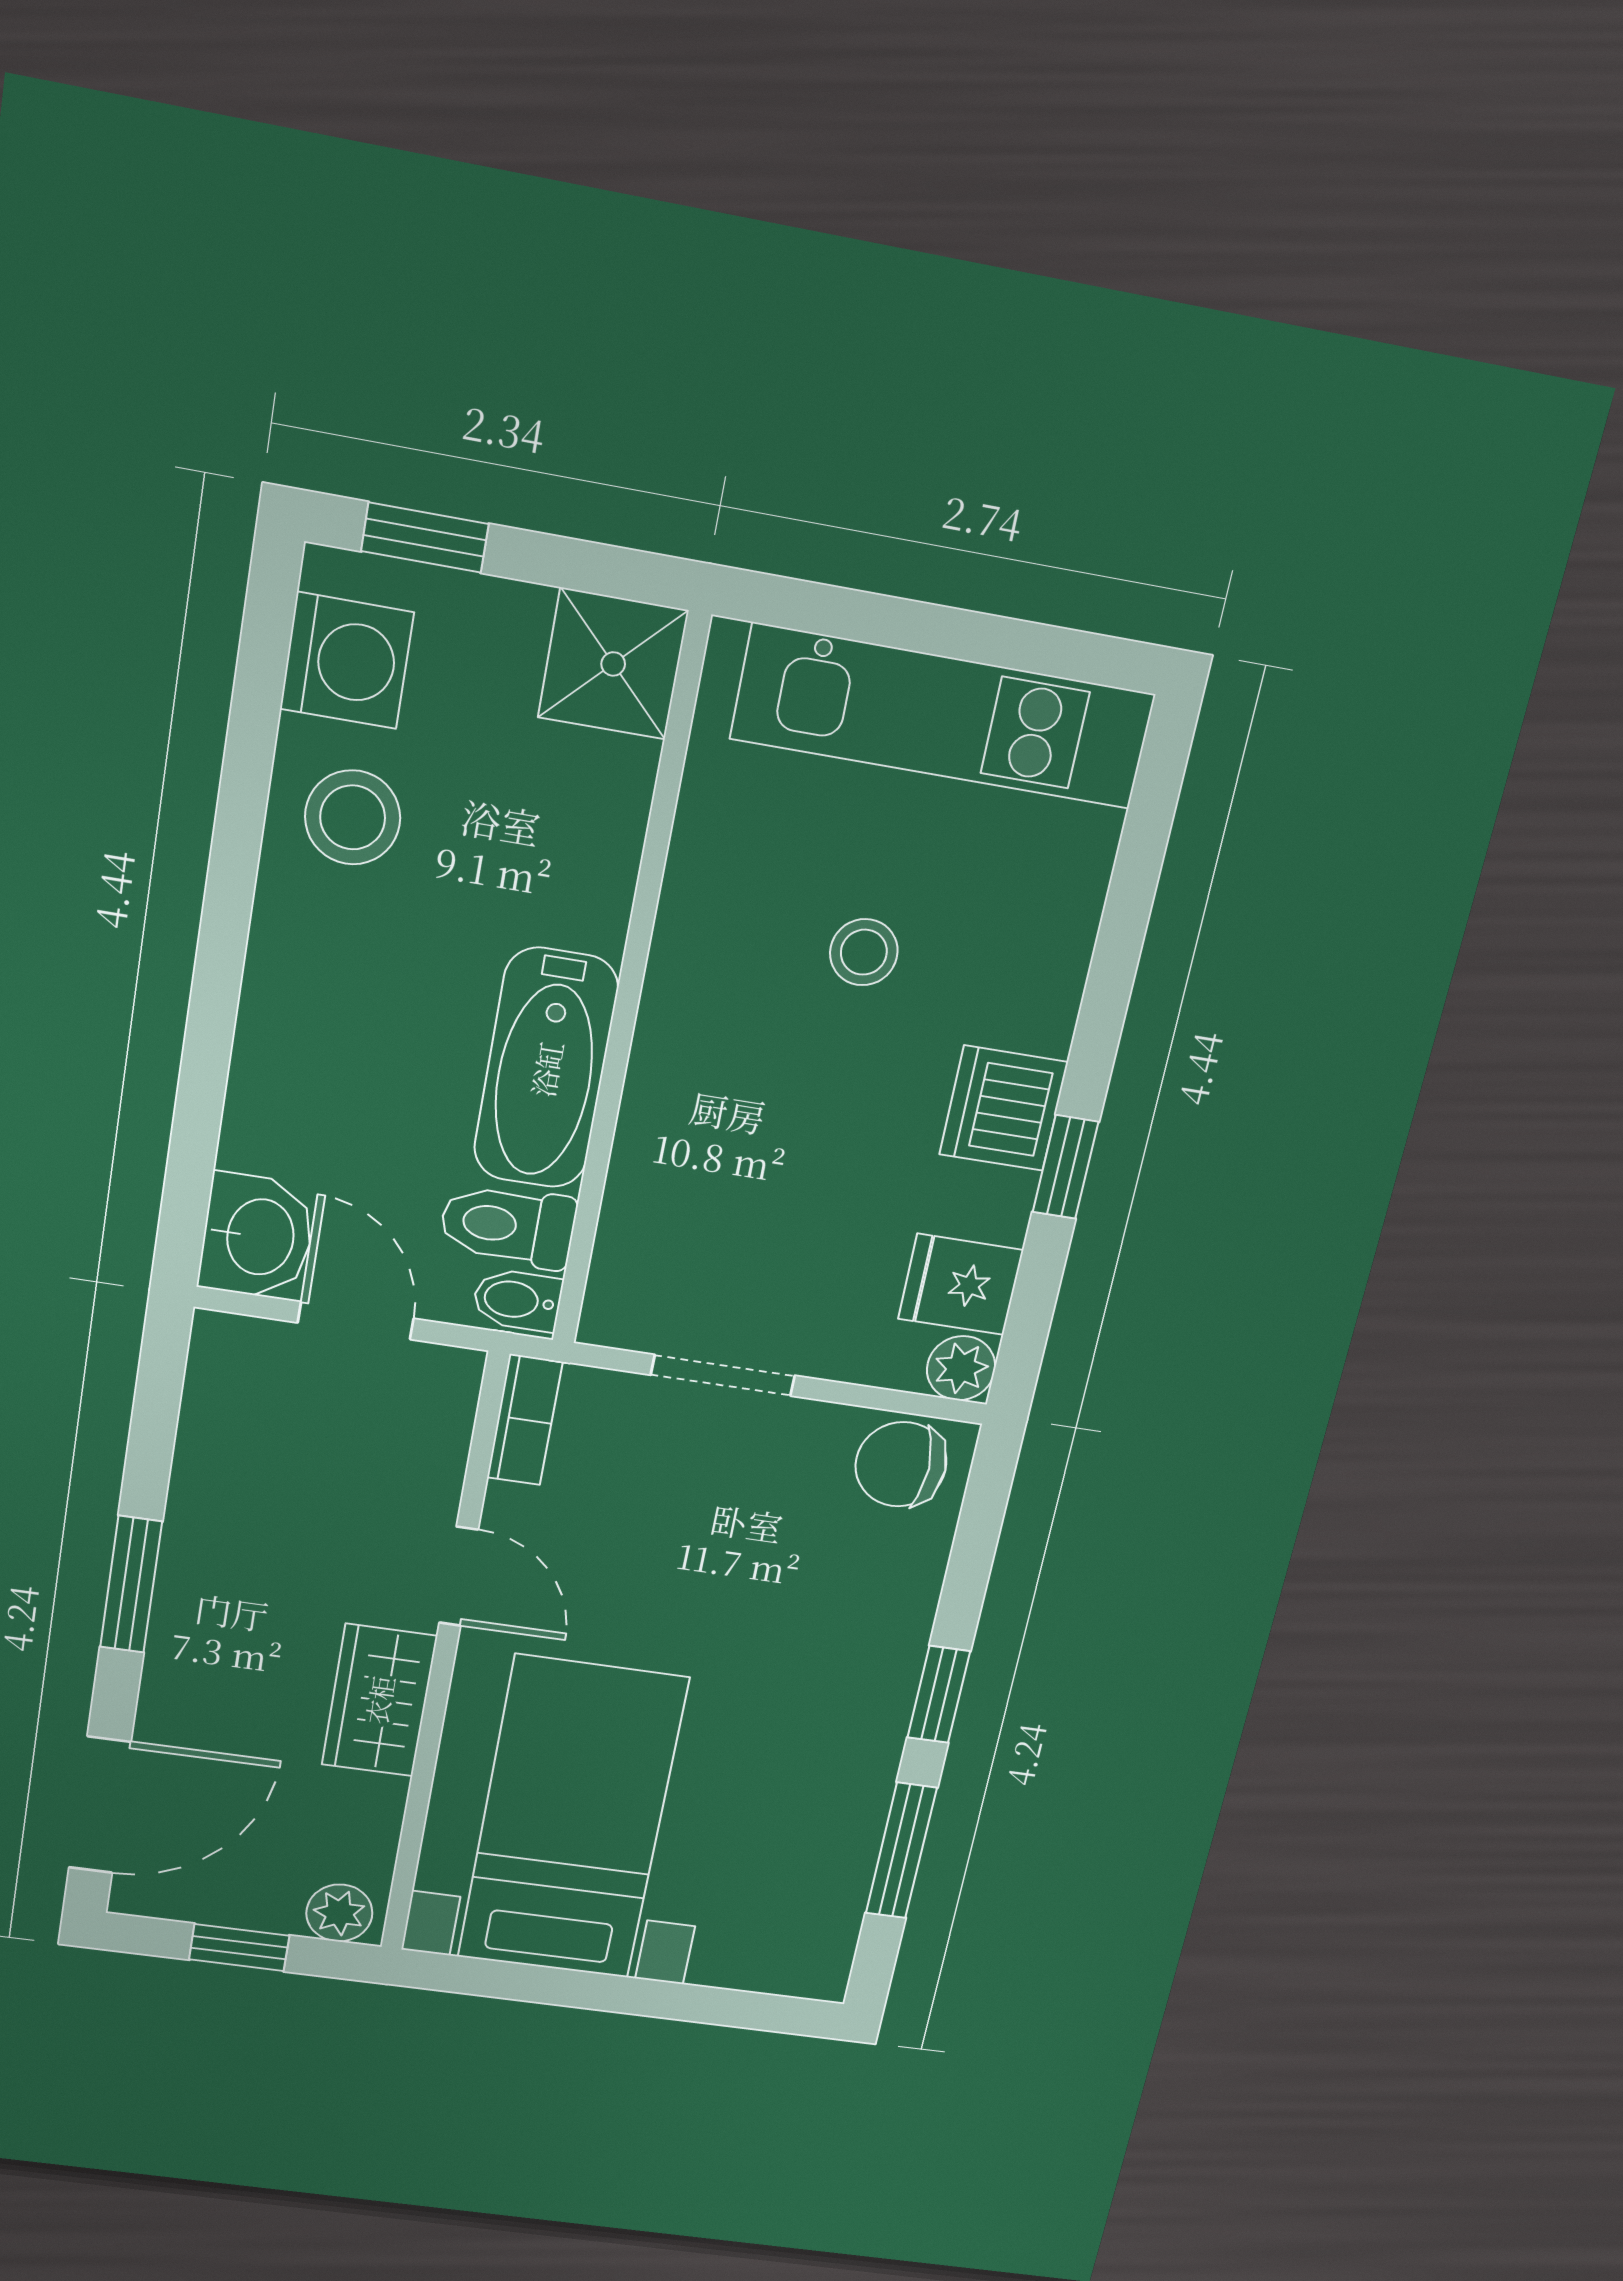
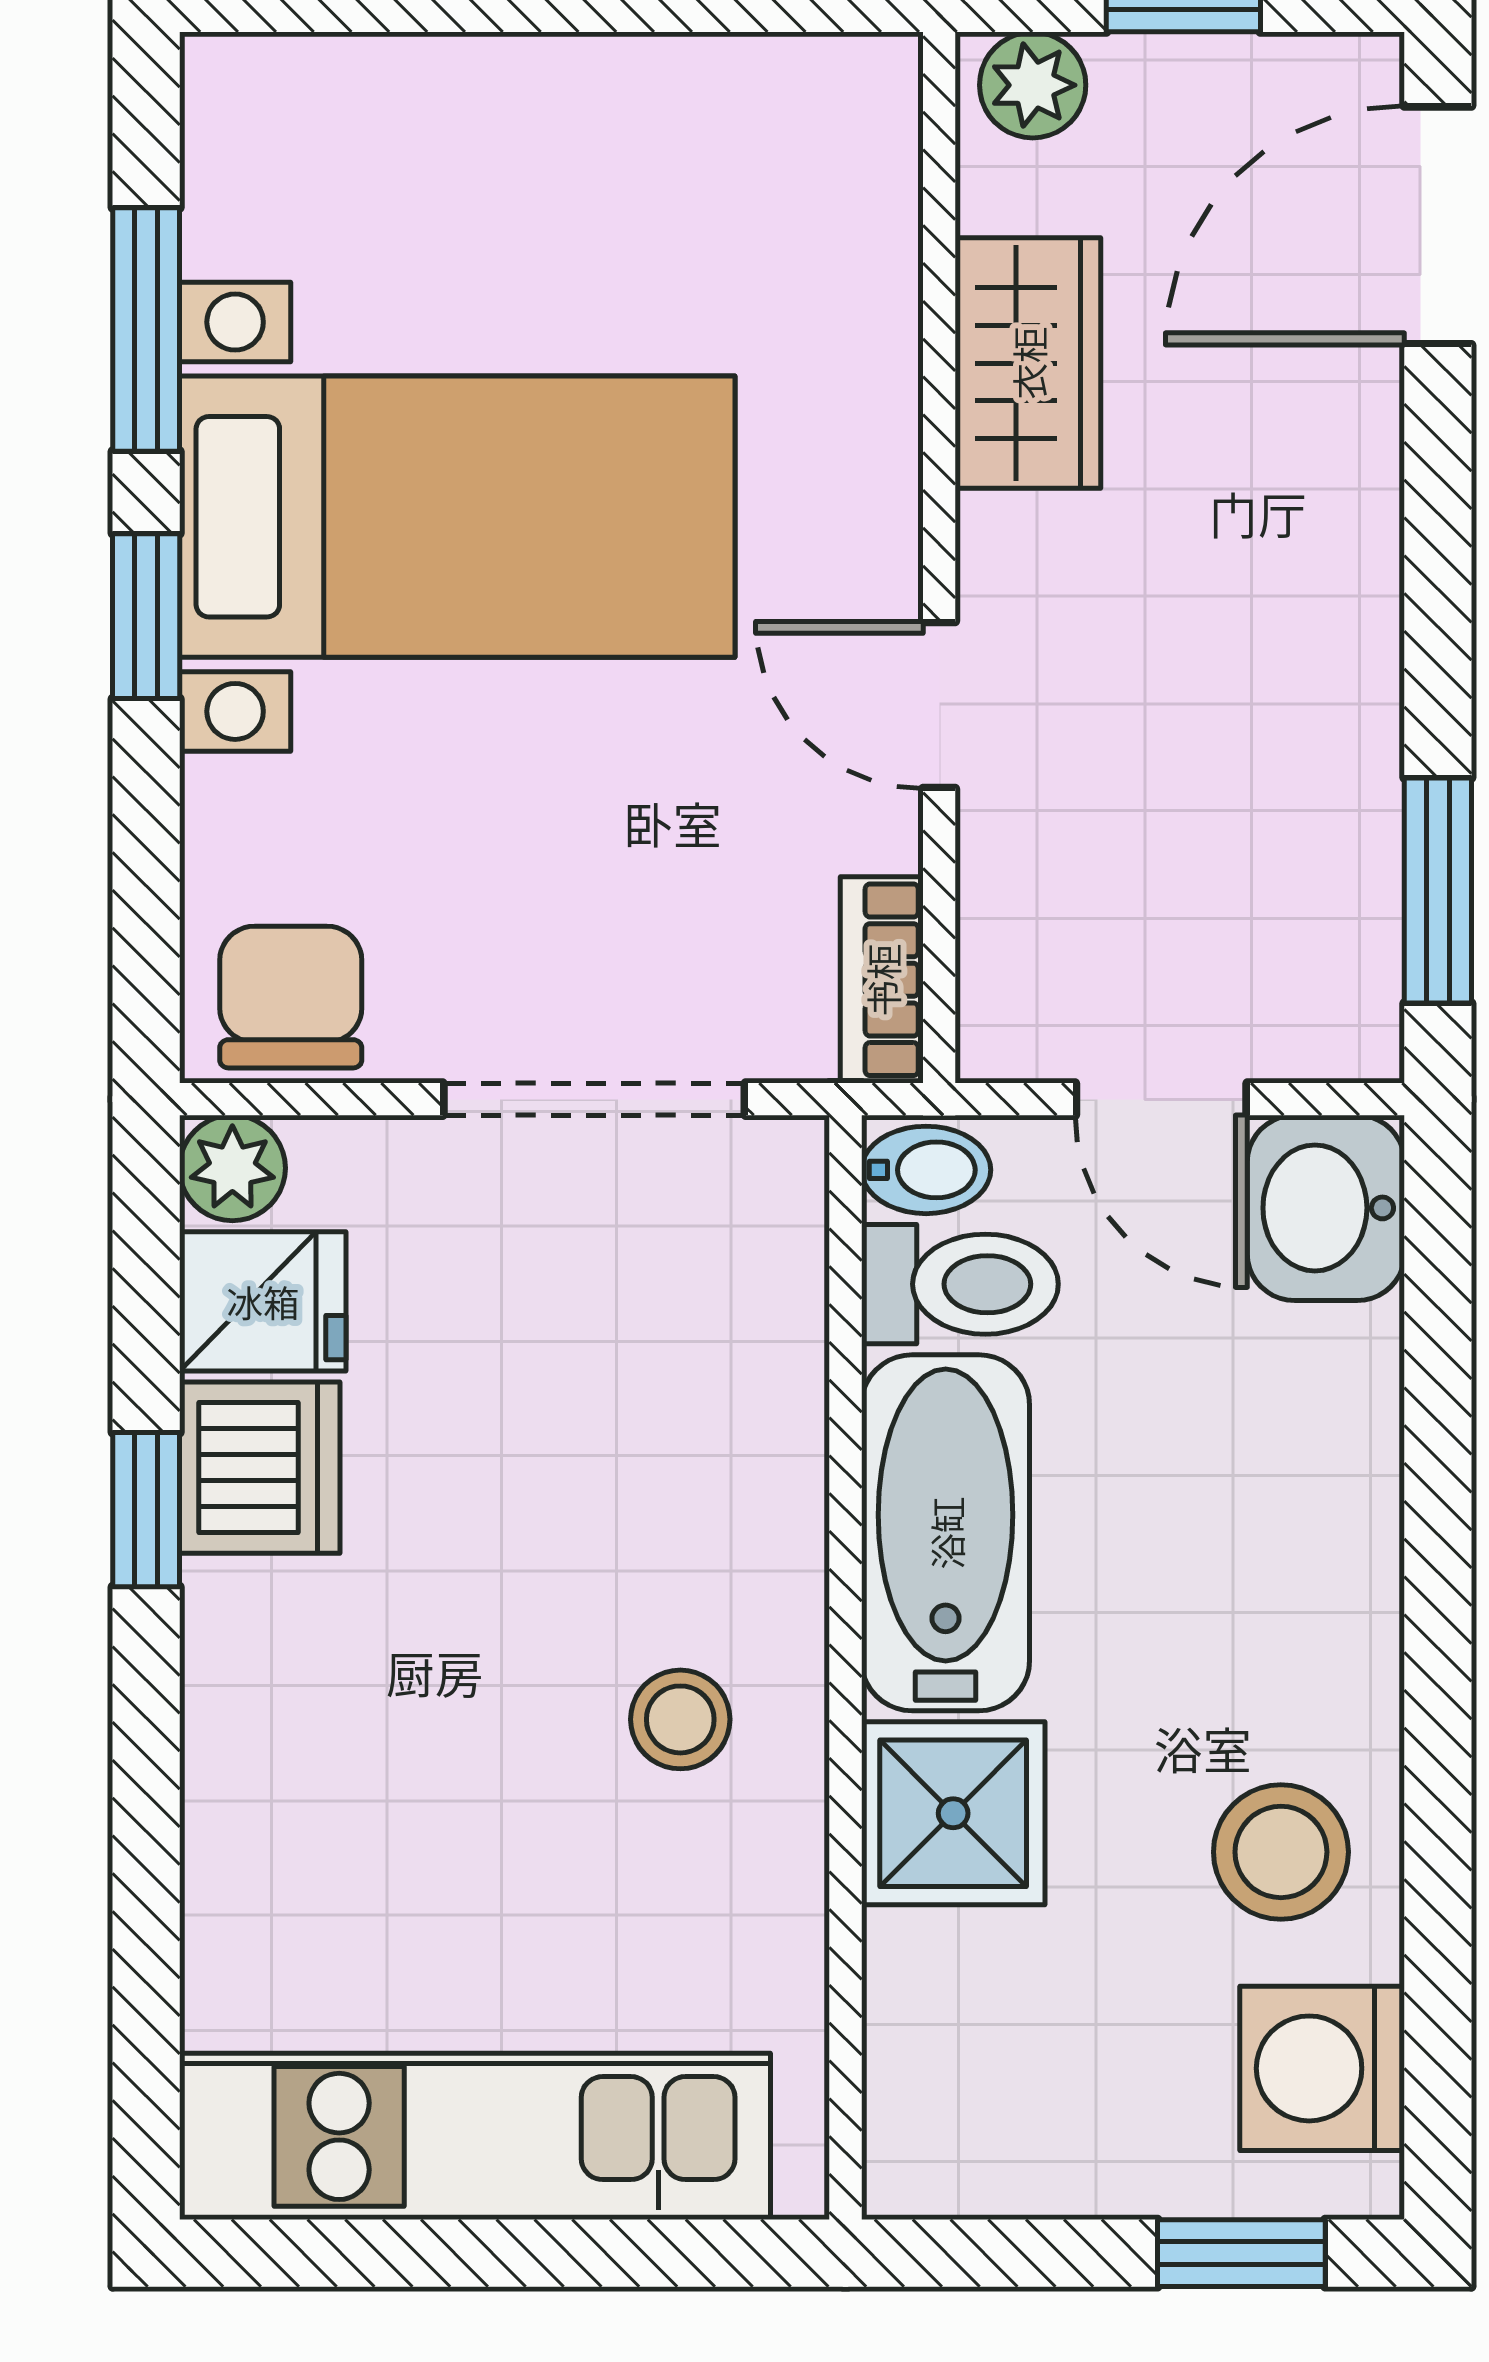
shower: (613, 664) -> (953, 1813), moved
stool: (864, 952) -> (680, 1719), moved
dishwasher: (1004, 1108) -> (260, 1468), moved
doorway: (723, 1375) -> (594, 1099), width x1.38
chair: (901, 1464) -> (291, 997), turned -90
window: (131, 1584) -> (1438, 890), moved
wardrobe: (379, 1700) -> (1028, 363), moved
bed with nightstands: (572, 1819) -> (457, 517), moved, turned -90

